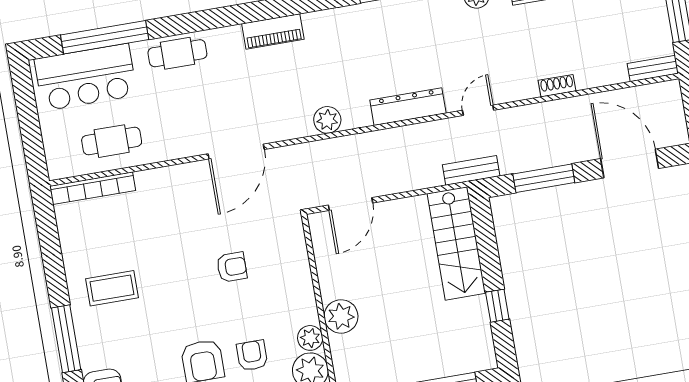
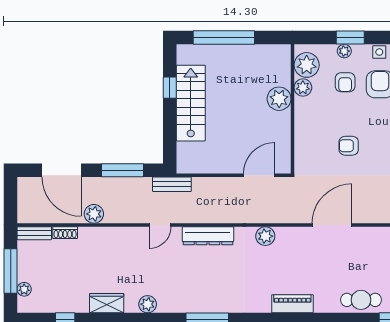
shoe rack: (557, 86) -> (65, 233), moved
plant: (574, 110) -> (94, 214), added
stairs: (456, 243) -> (191, 103), moved

